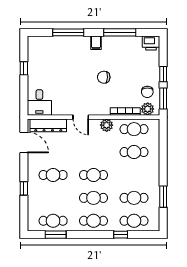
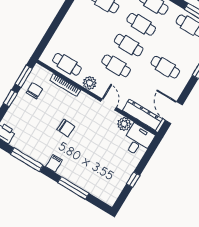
plant: (148, 109) -> (124, 124), moved
cafe table: (134, 152) -> (116, 66), moved

